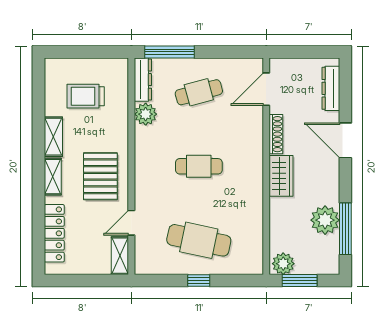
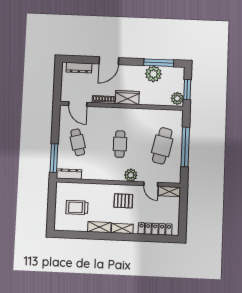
trolley: (86, 96) -> (77, 207), turned 90
plant: (146, 114) -> (131, 175), moved
pallet: (100, 176) -> (123, 201), width x0.67, depth x0.71
window: (199, 281) -> (185, 147), width x3.17

